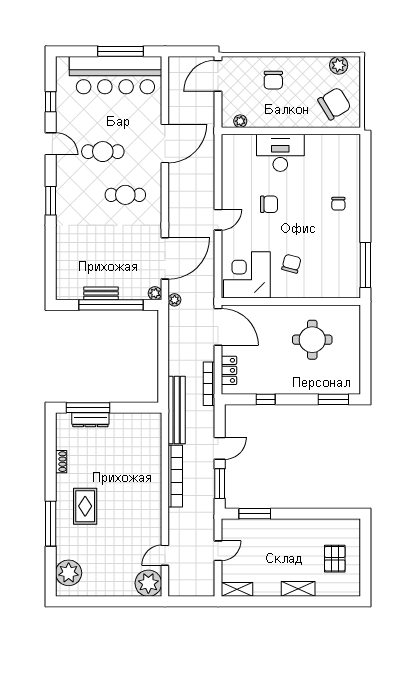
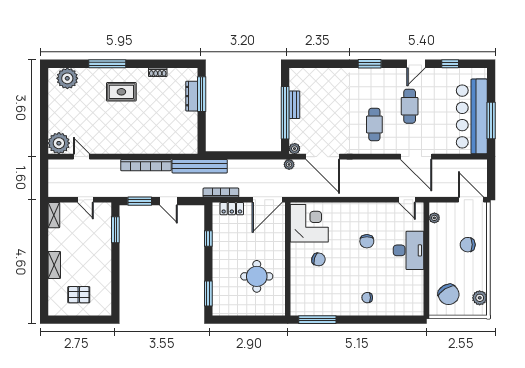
door: (218, 220) -> (407, 200), moved

